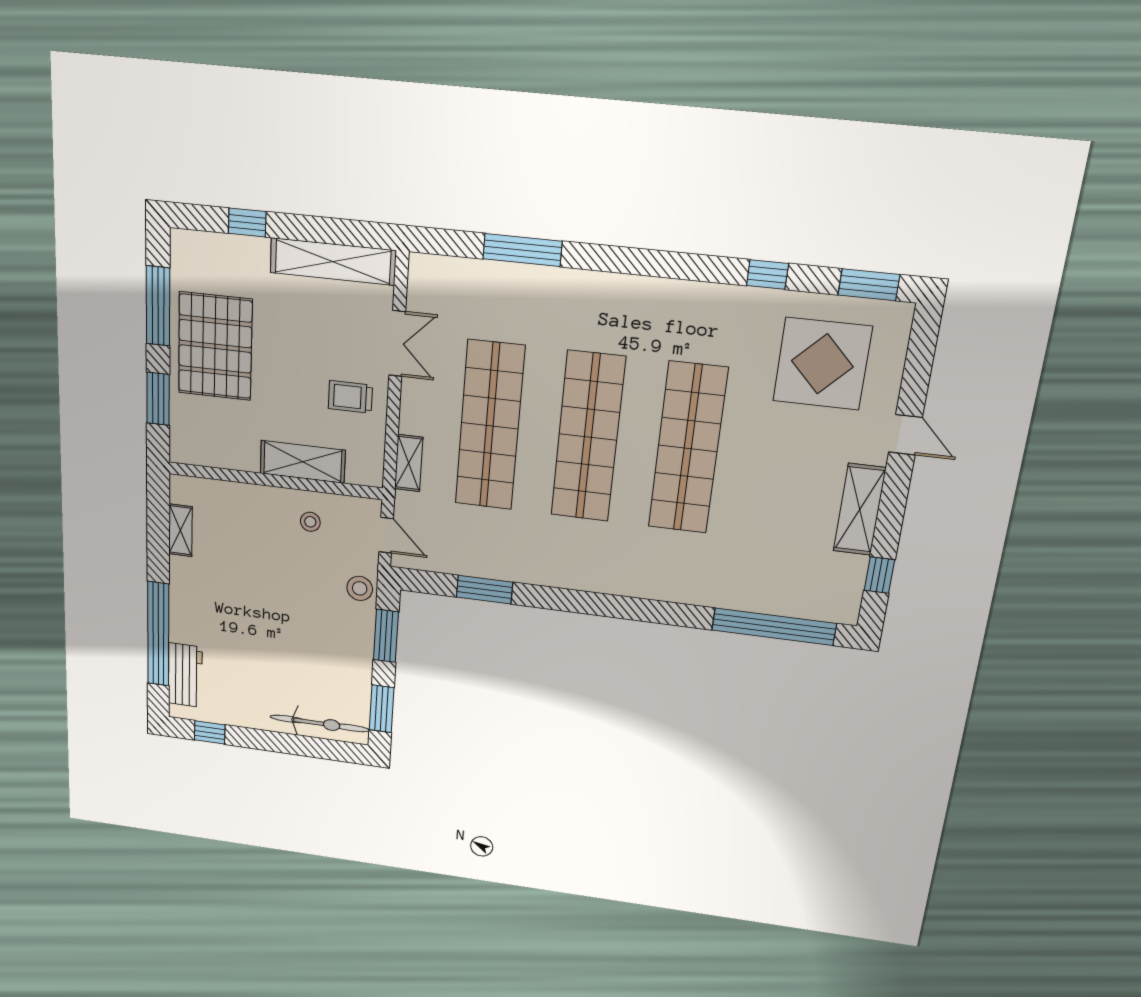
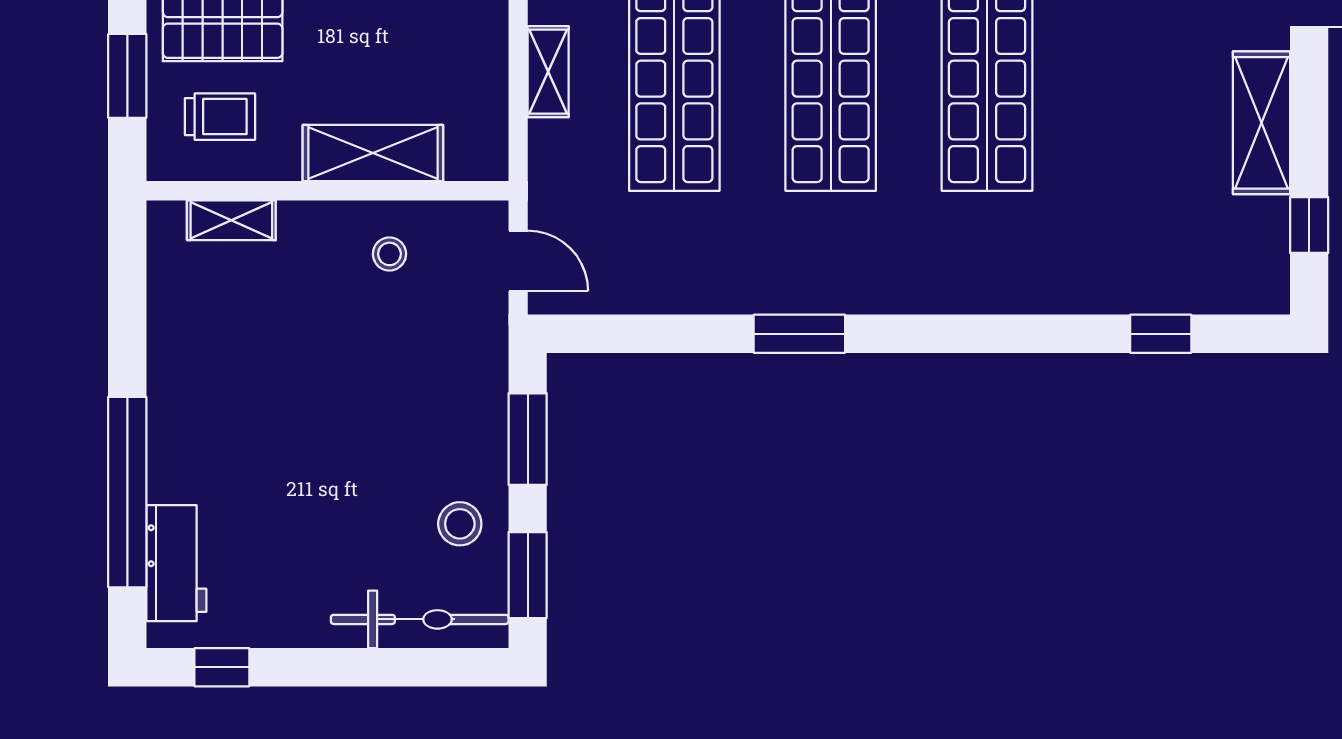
trolley: (350, 397) -> (220, 117), moved, turned 180
shelving: (409, 463) -> (548, 72), moved
shelving: (180, 530) -> (231, 220), moved, turned 90
stool: (360, 588) -> (460, 524), moved
window: (485, 590) -> (799, 334), moved
window: (774, 627) -> (1161, 334), width x0.32

